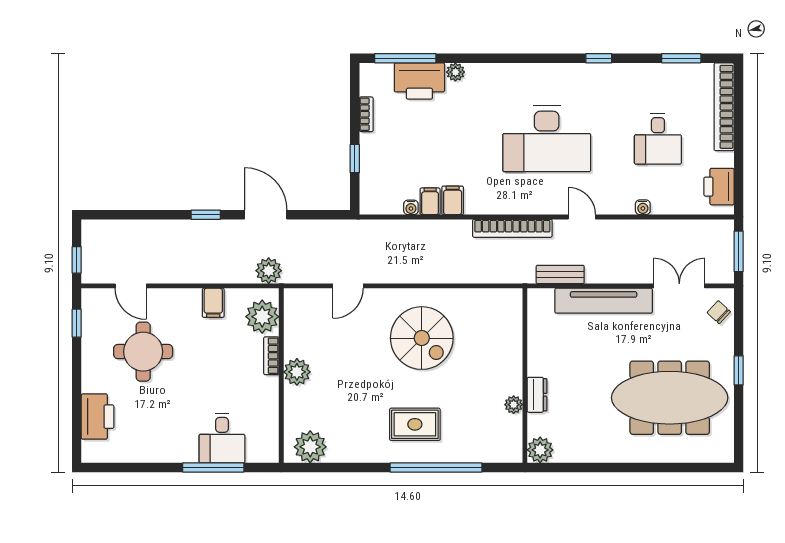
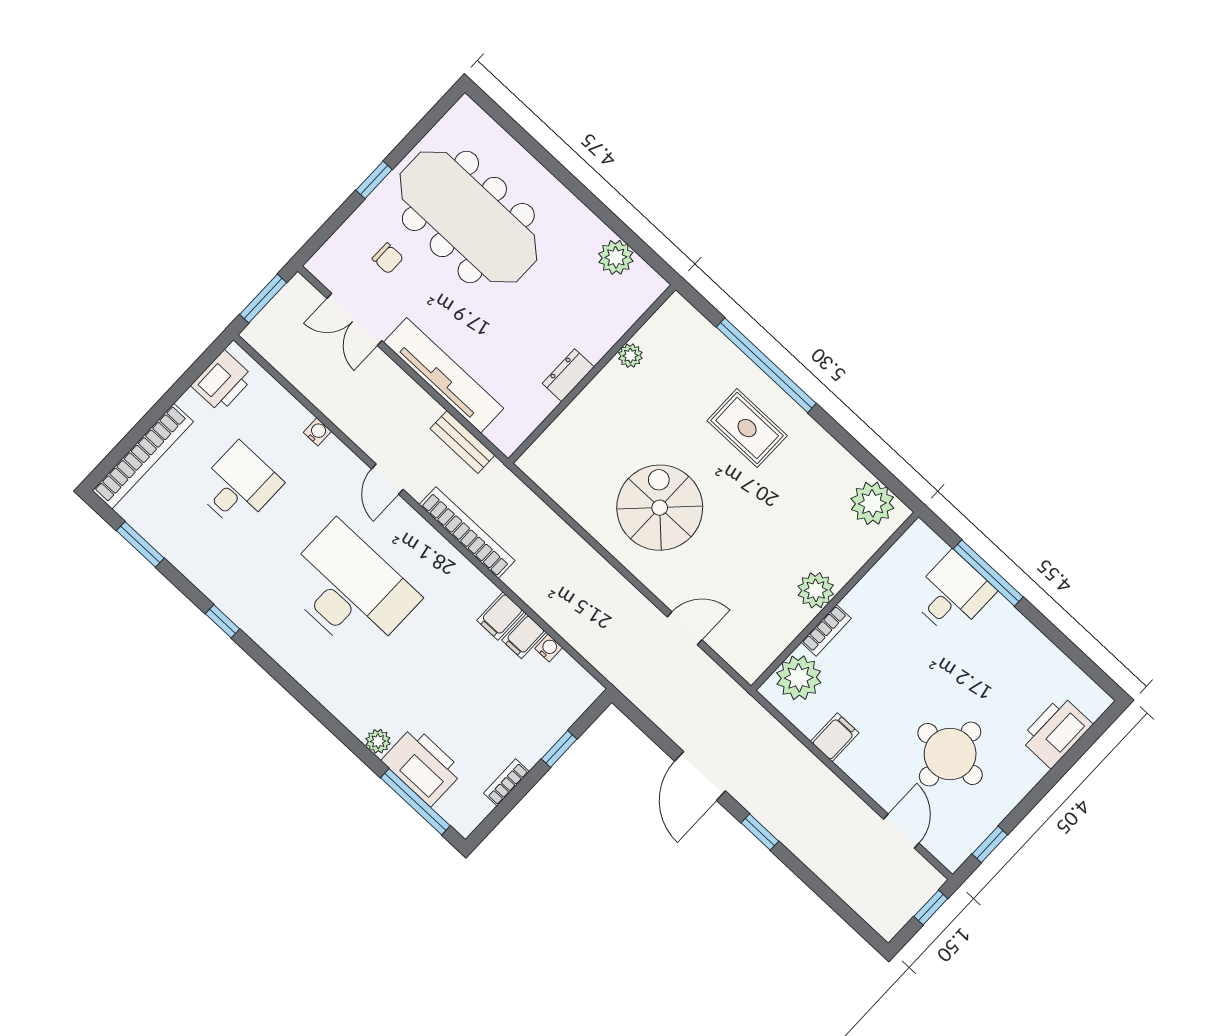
plant: (269, 271) -> (749, 718), removed
chair: (719, 312) -> (388, 258), moved, turned -43
dresser: (537, 395) -> (568, 375), moved
plant: (540, 450) -> (616, 257), moved

